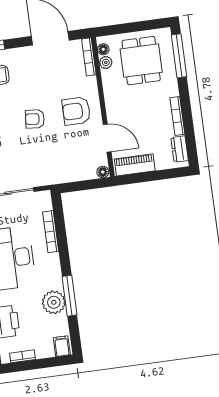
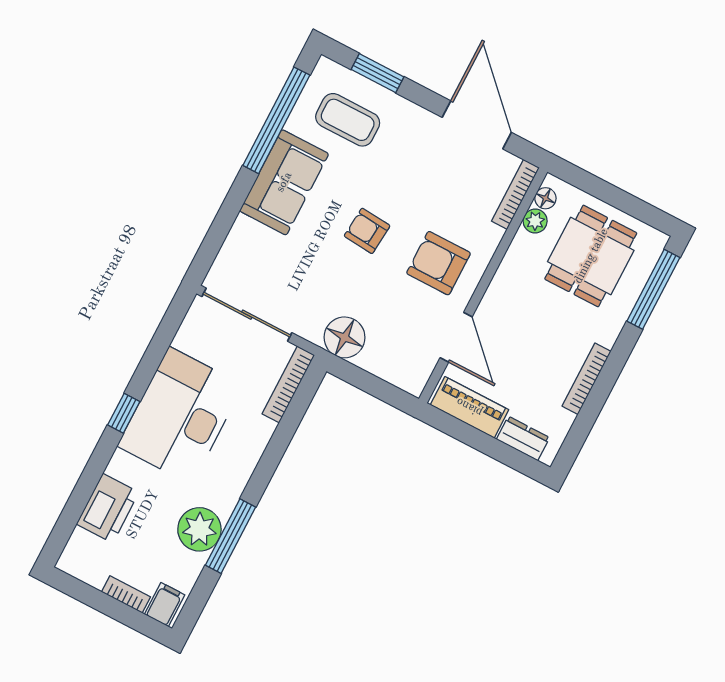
dresser: (180, 149) -> (523, 438), moved, turned 90
floor lamp: (103, 172) -> (345, 337), moved, width x1.89, depth x1.89
bookcase: (51, 232) -> (288, 384), moved
bookcase: (23, 356) -> (126, 594), moved

